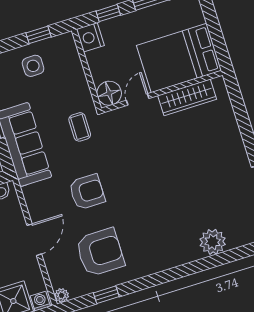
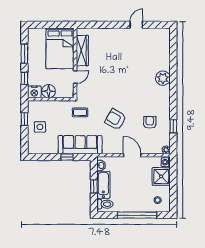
floor lamp: (109, 93) -> (49, 91), moved
door: (138, 99) -> (75, 77), swing flipped
armchair: (87, 192) -> (116, 119), turned -60
plant: (213, 242) -> (163, 78), moved
armchair: (100, 252) -> (150, 122), width x0.53, depth x0.53

